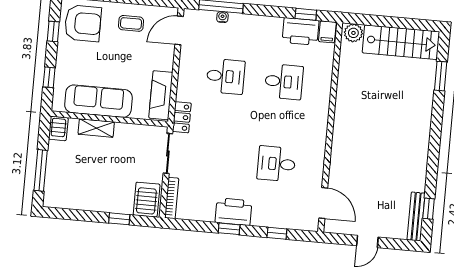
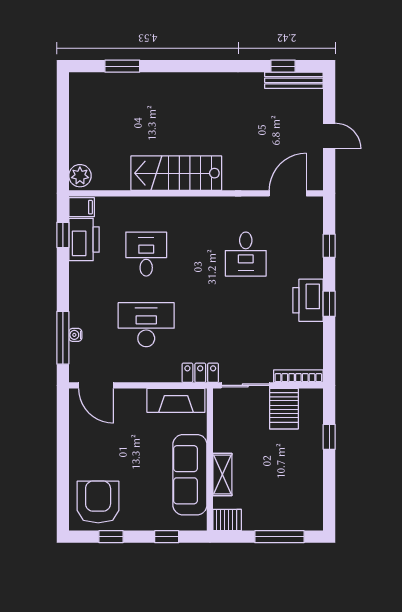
coffee table: (131, 23) -> (93, 444), removed
stairs: (401, 42) -> (176, 173), moved, turned -90
desk: (226, 76) -> (146, 325), width x1.37
server rack: (147, 200) -> (284, 409), moved, turned -90

